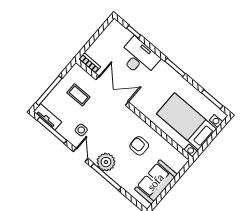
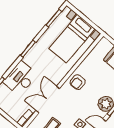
armchair: (139, 146) -> (78, 82), moved

